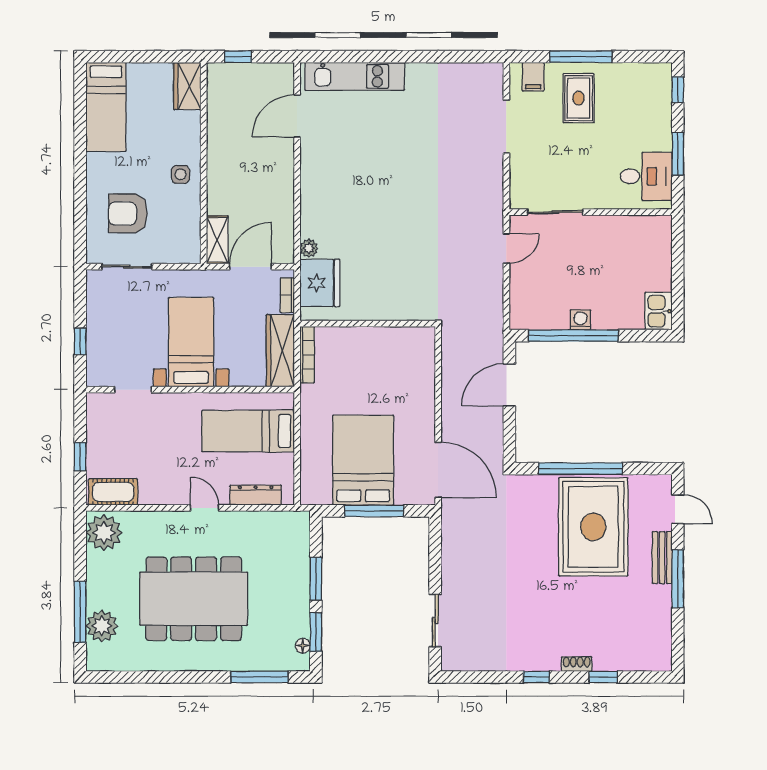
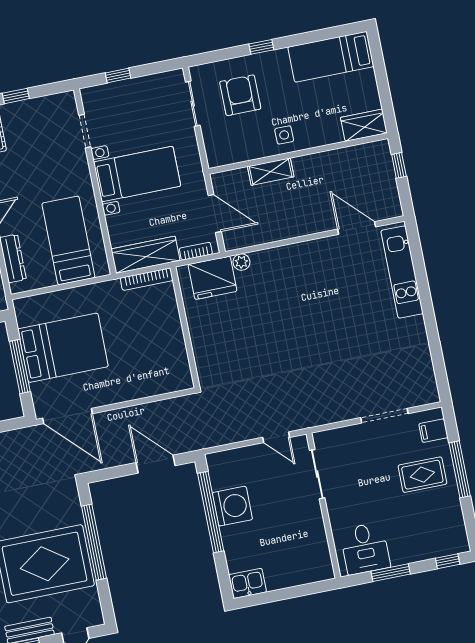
window: (80, 180) -> (261, 47), added
shelving: (217, 240) -> (271, 172), moved
washing machine: (580, 320) -> (232, 506), width x1.89, depth x1.89
door: (438, 470) -> (68, 416), hinge flipped

